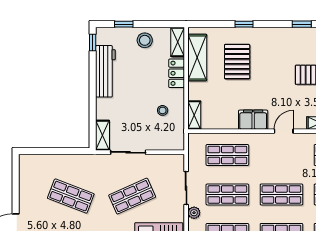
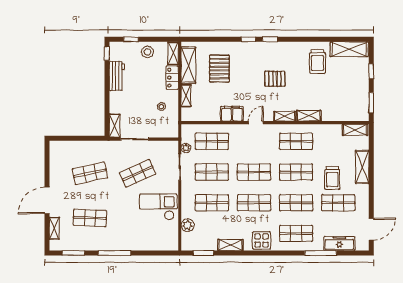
window: (244, 24) -> (248, 39), moved
workbench: (105, 71) -> (117, 76), width x0.73
shelving: (194, 115) -> (186, 95), moved
shop shelf: (71, 196) -> (90, 173), turned -33
plant: (194, 213) -> (186, 148), moved

